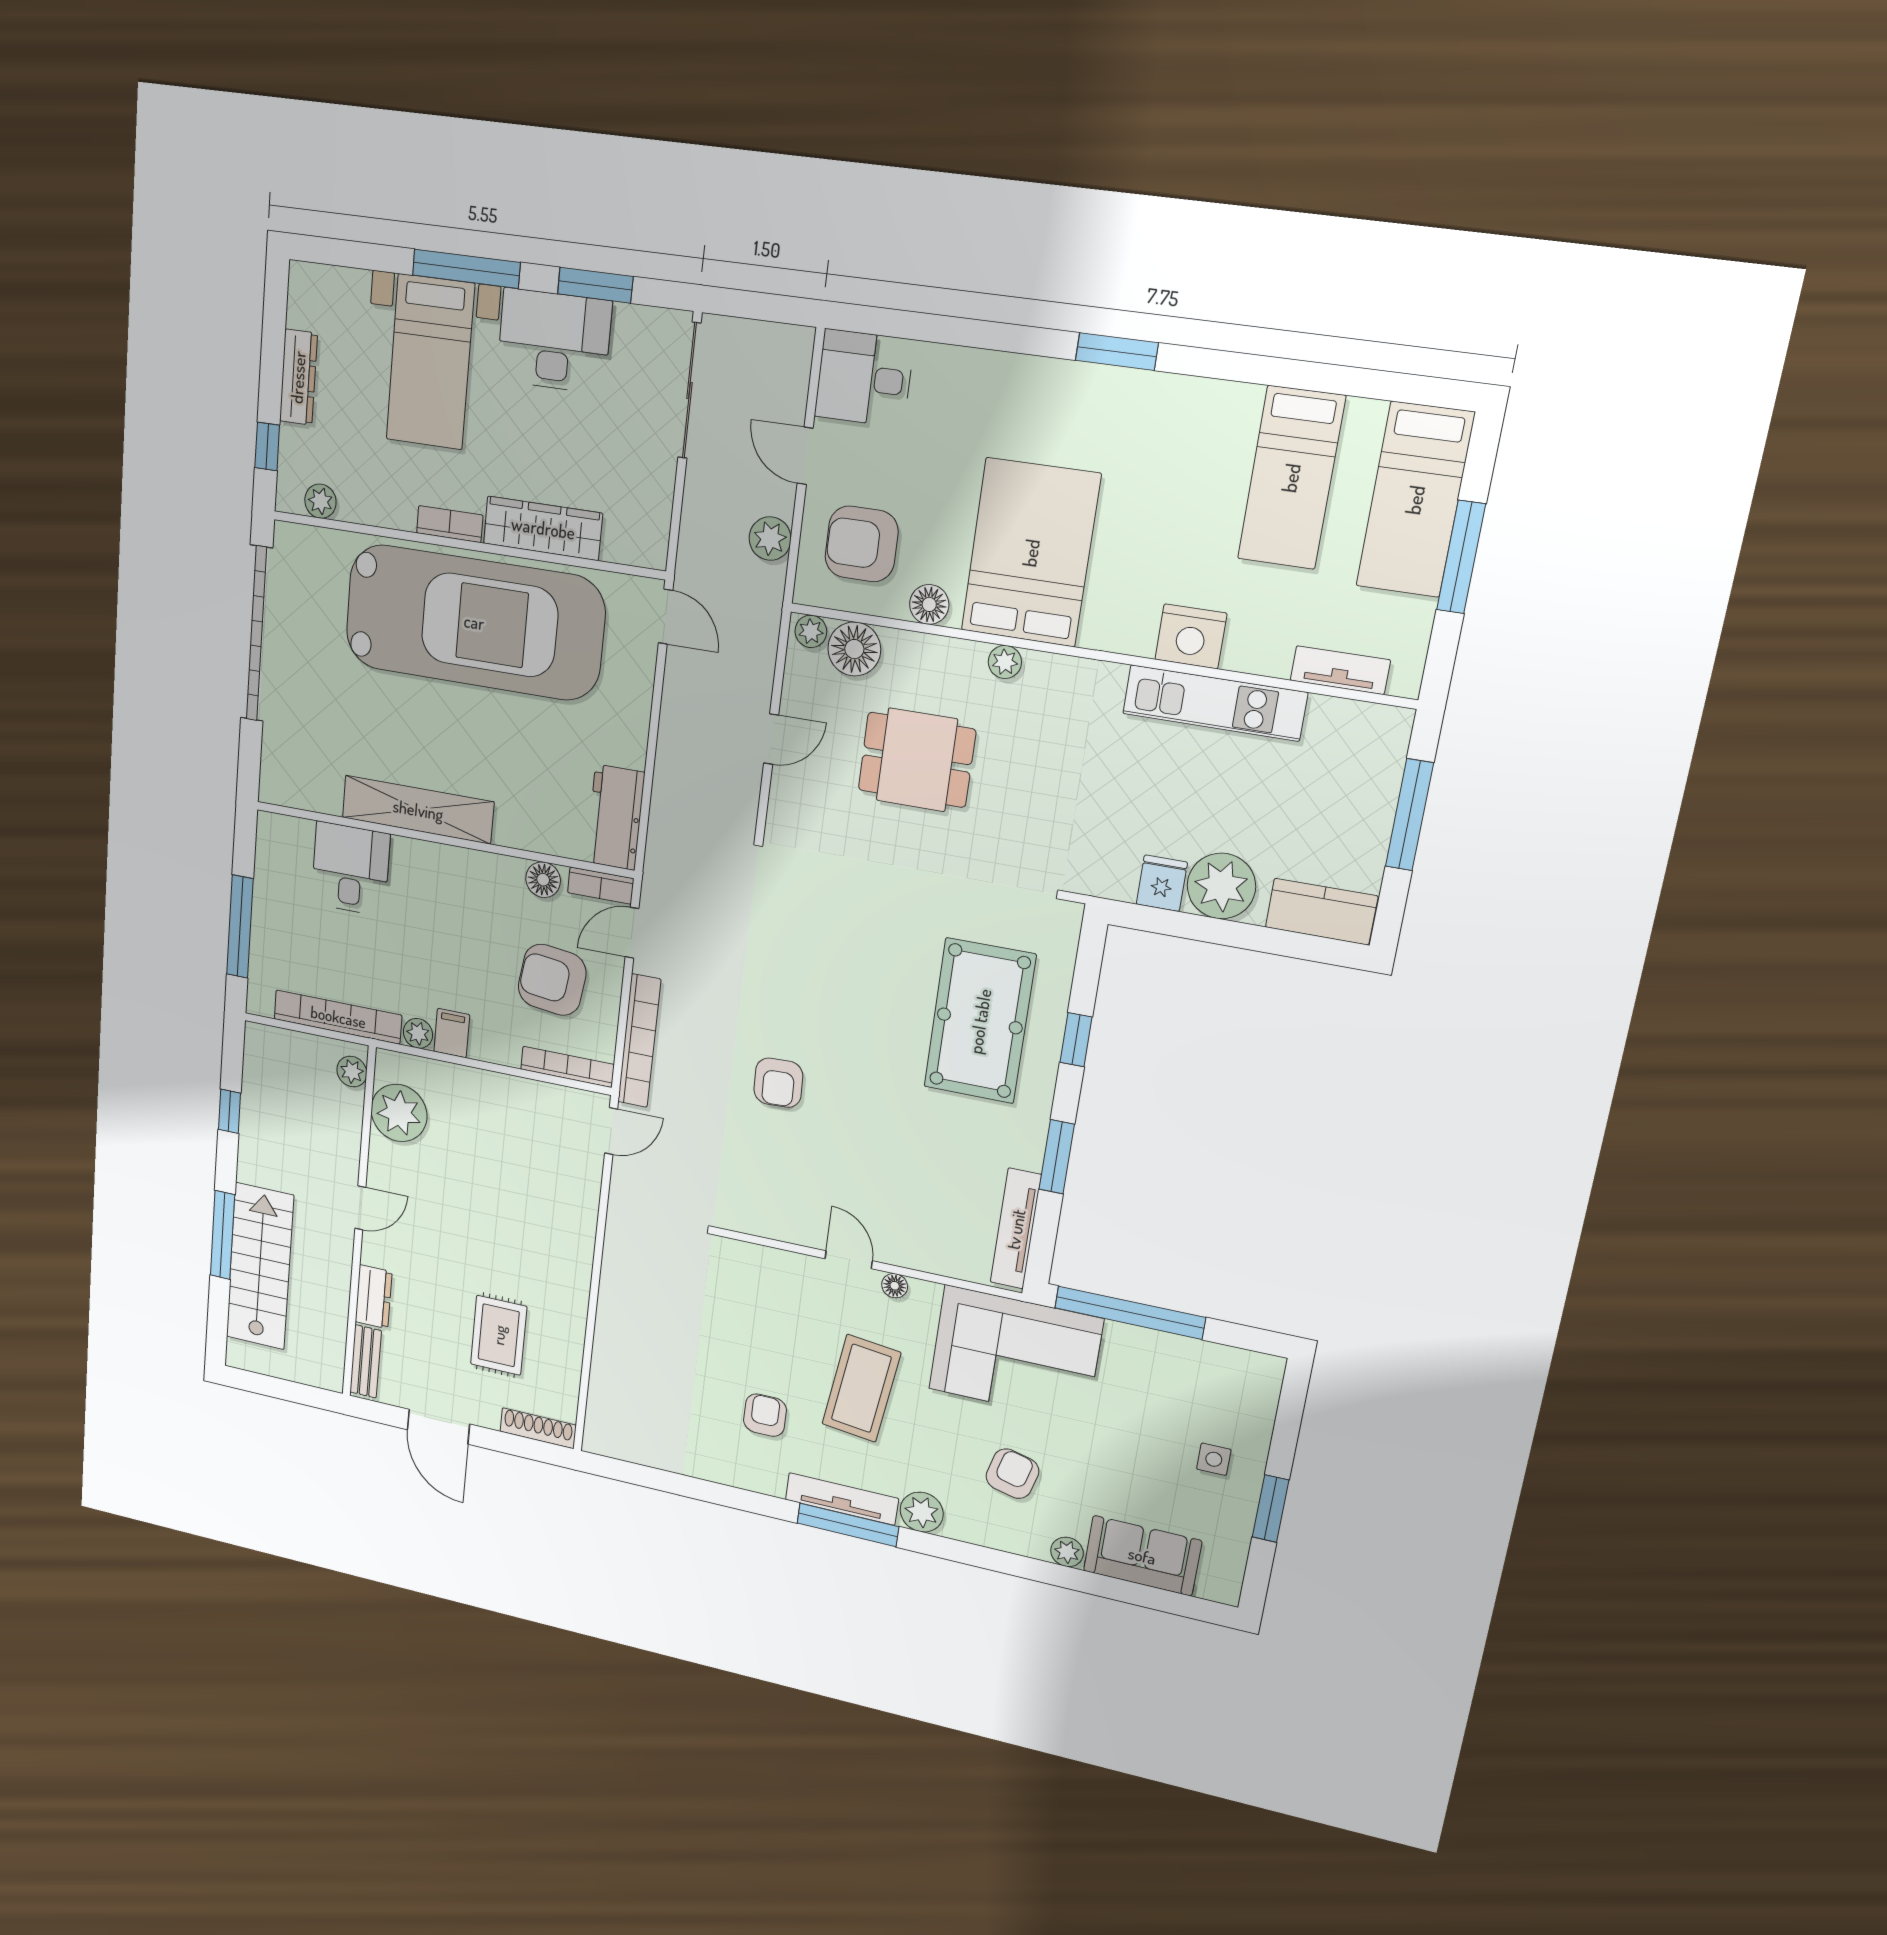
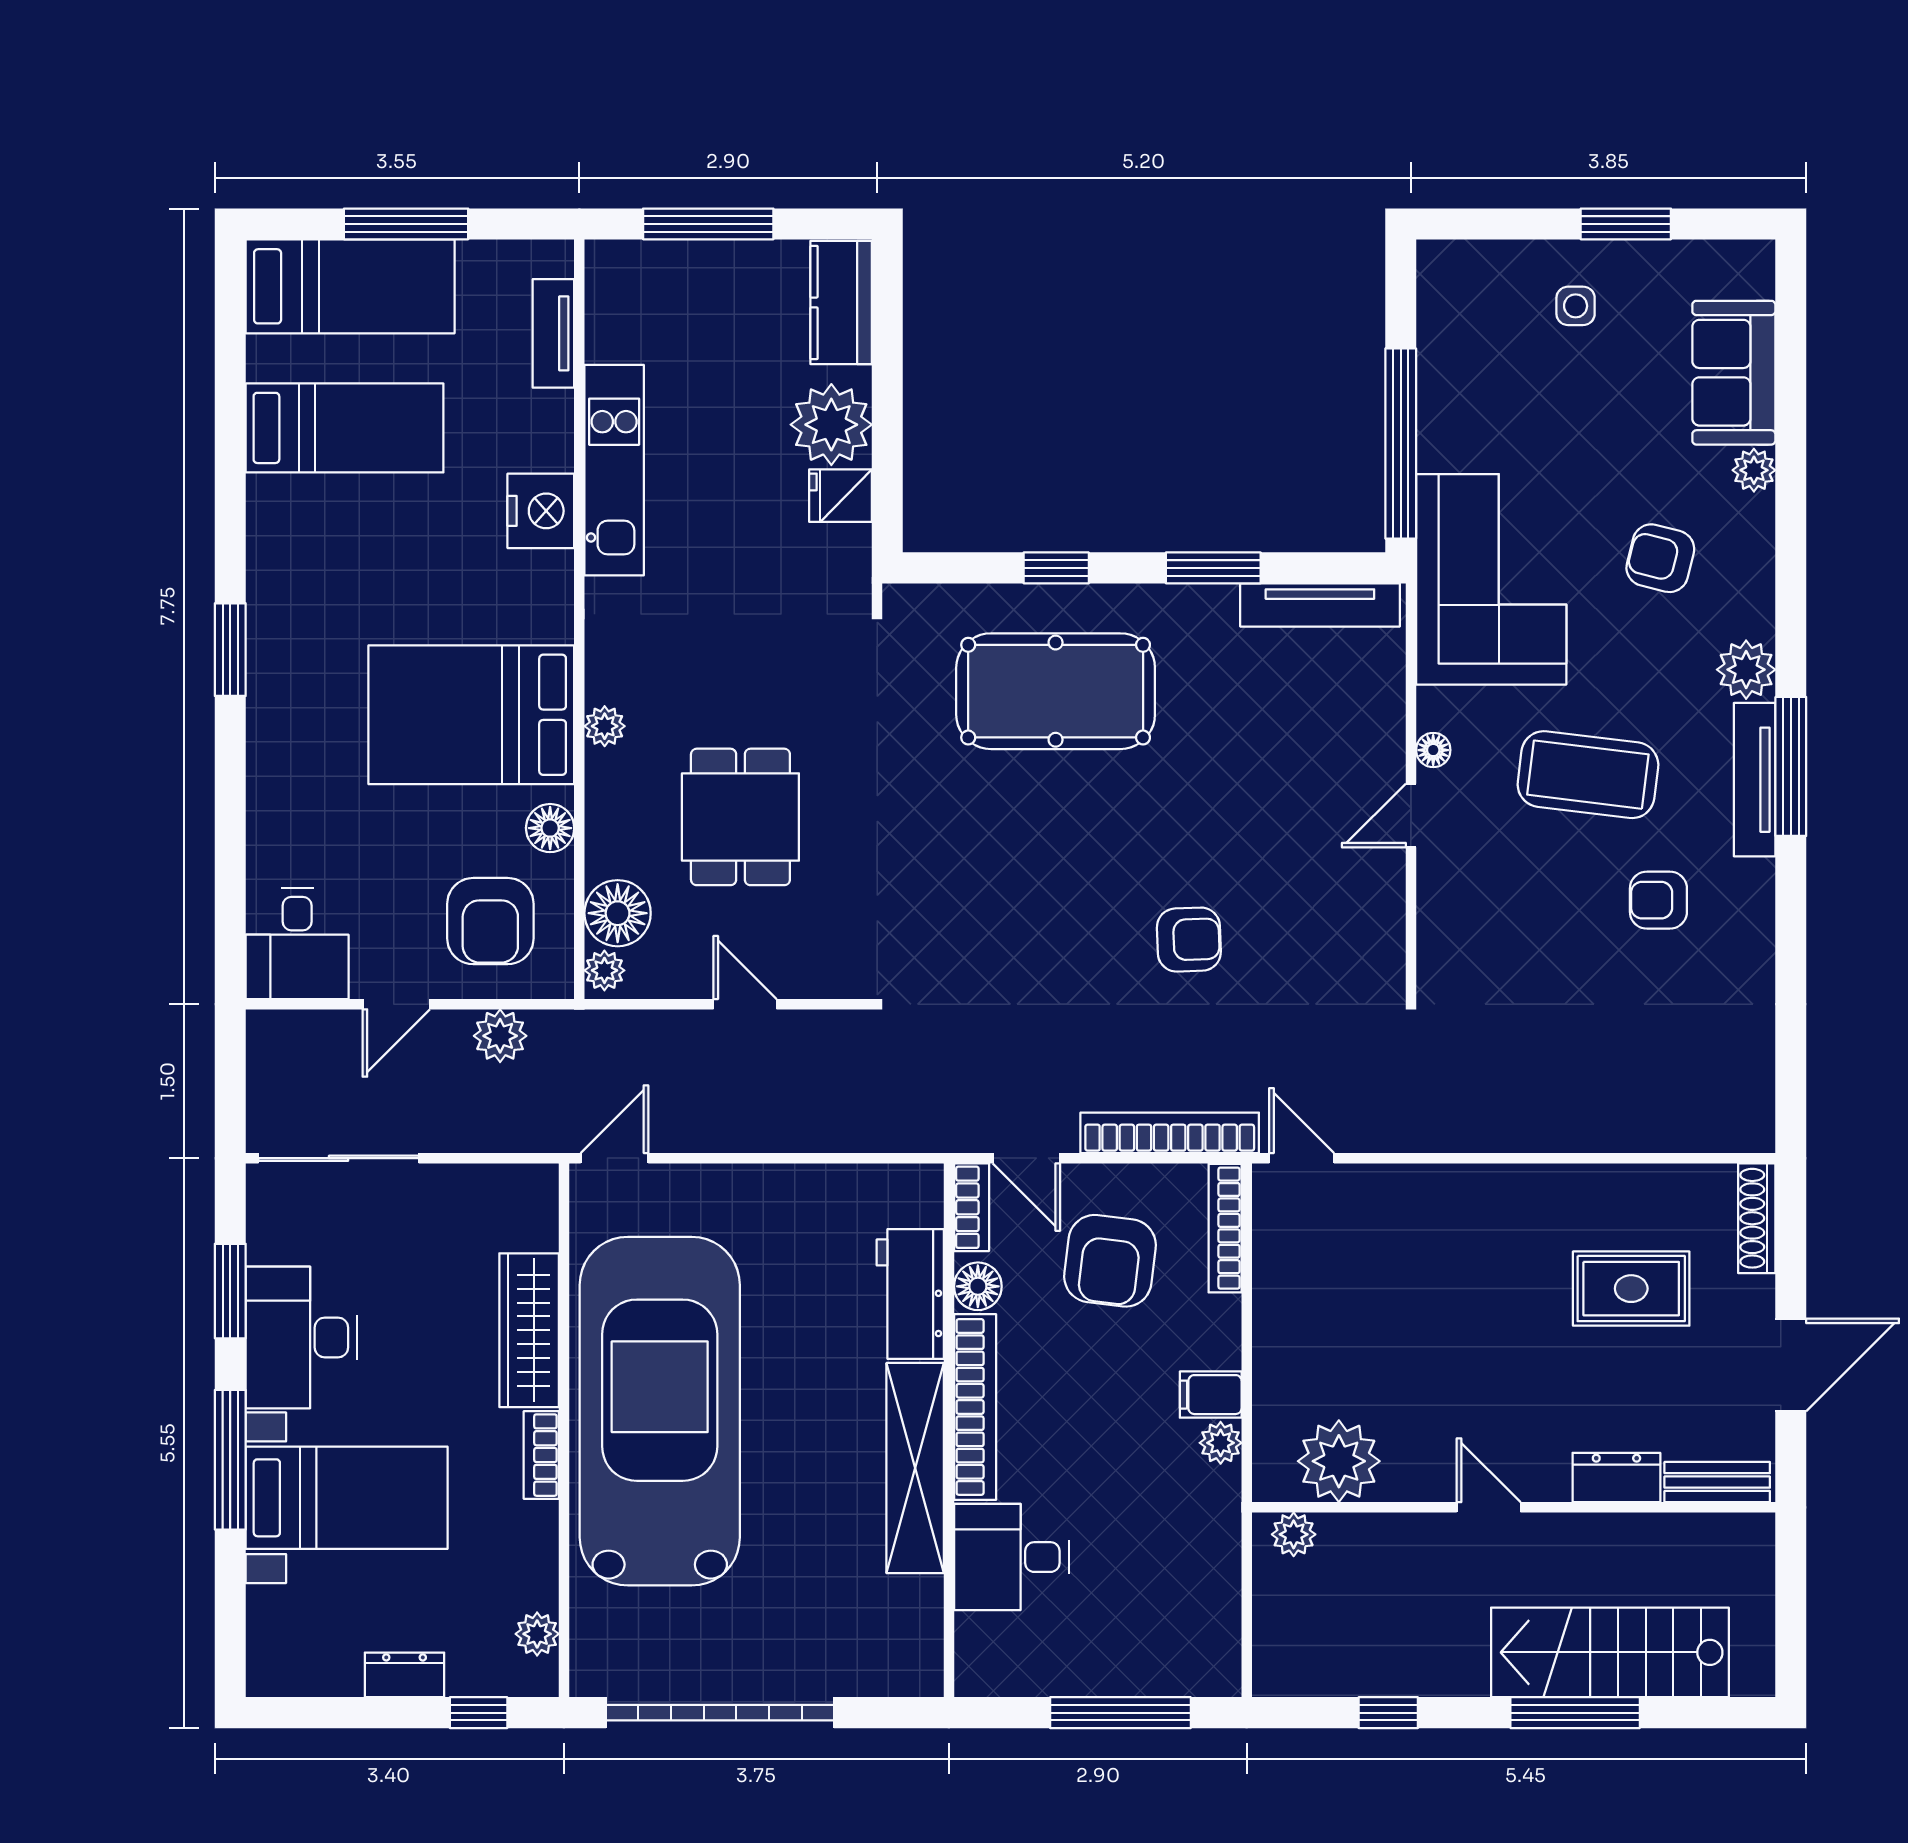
dresser: (298, 377) -> (405, 1675), width x0.70
workbench: (615, 817) -> (910, 1294), moved, turned 90
bookcase: (338, 1017) -> (975, 1407), moved, turned 180

